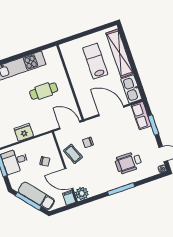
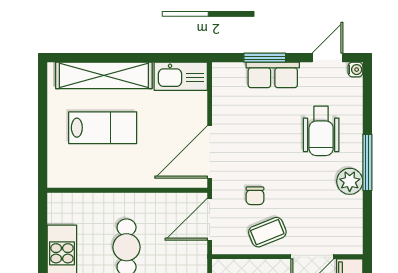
lab bench: (95, 61) -> (103, 128), turned 180
door: (111, 111) -> (210, 152), moved
row of seats: (141, 116) -> (273, 75), moved
plant: (82, 193) -> (350, 181), moved

